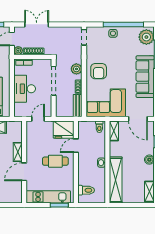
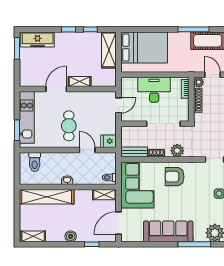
door: (38, 119) -> (119, 105), hinge flipped
fridge: (64, 130) -> (109, 141), width x0.53, depth x0.75
door: (24, 172) -> (56, 89), hinge flipped

